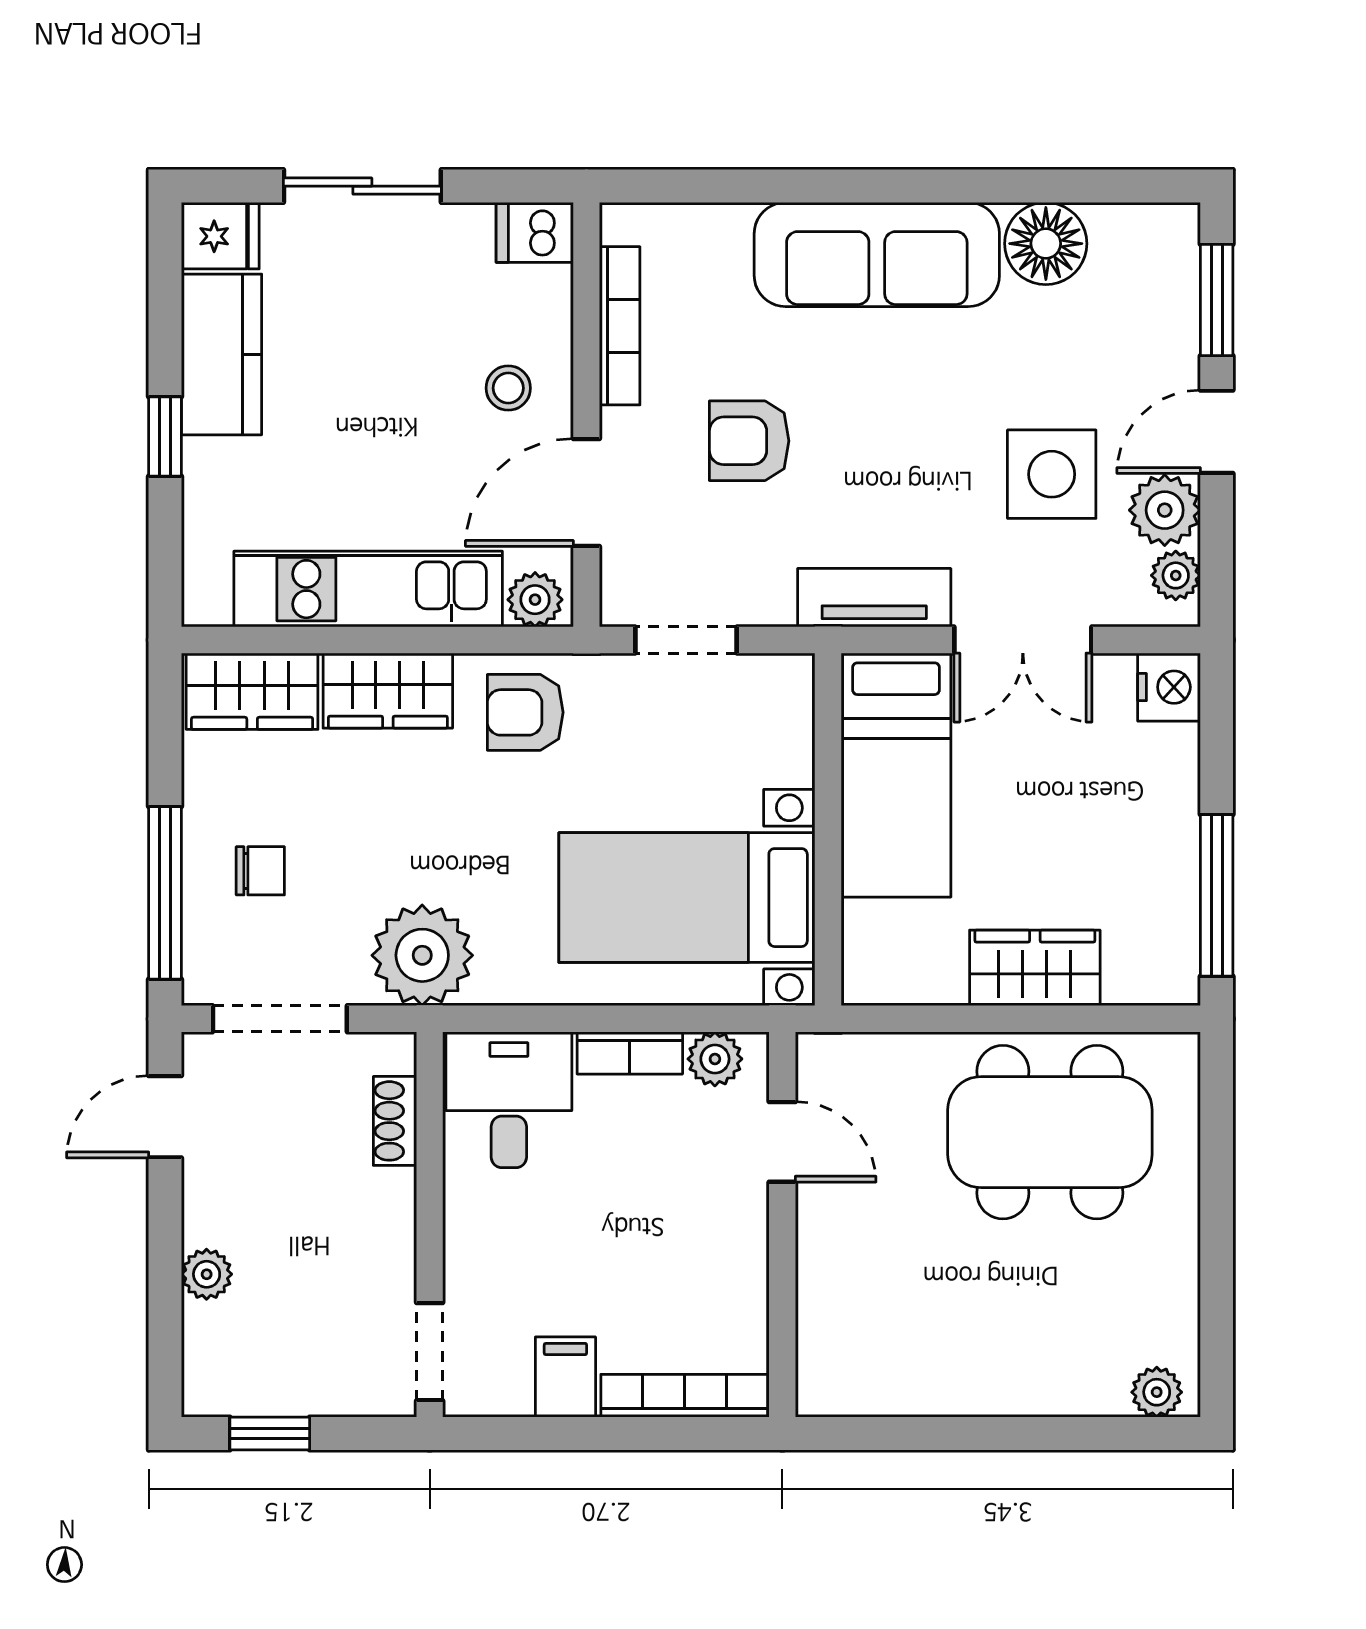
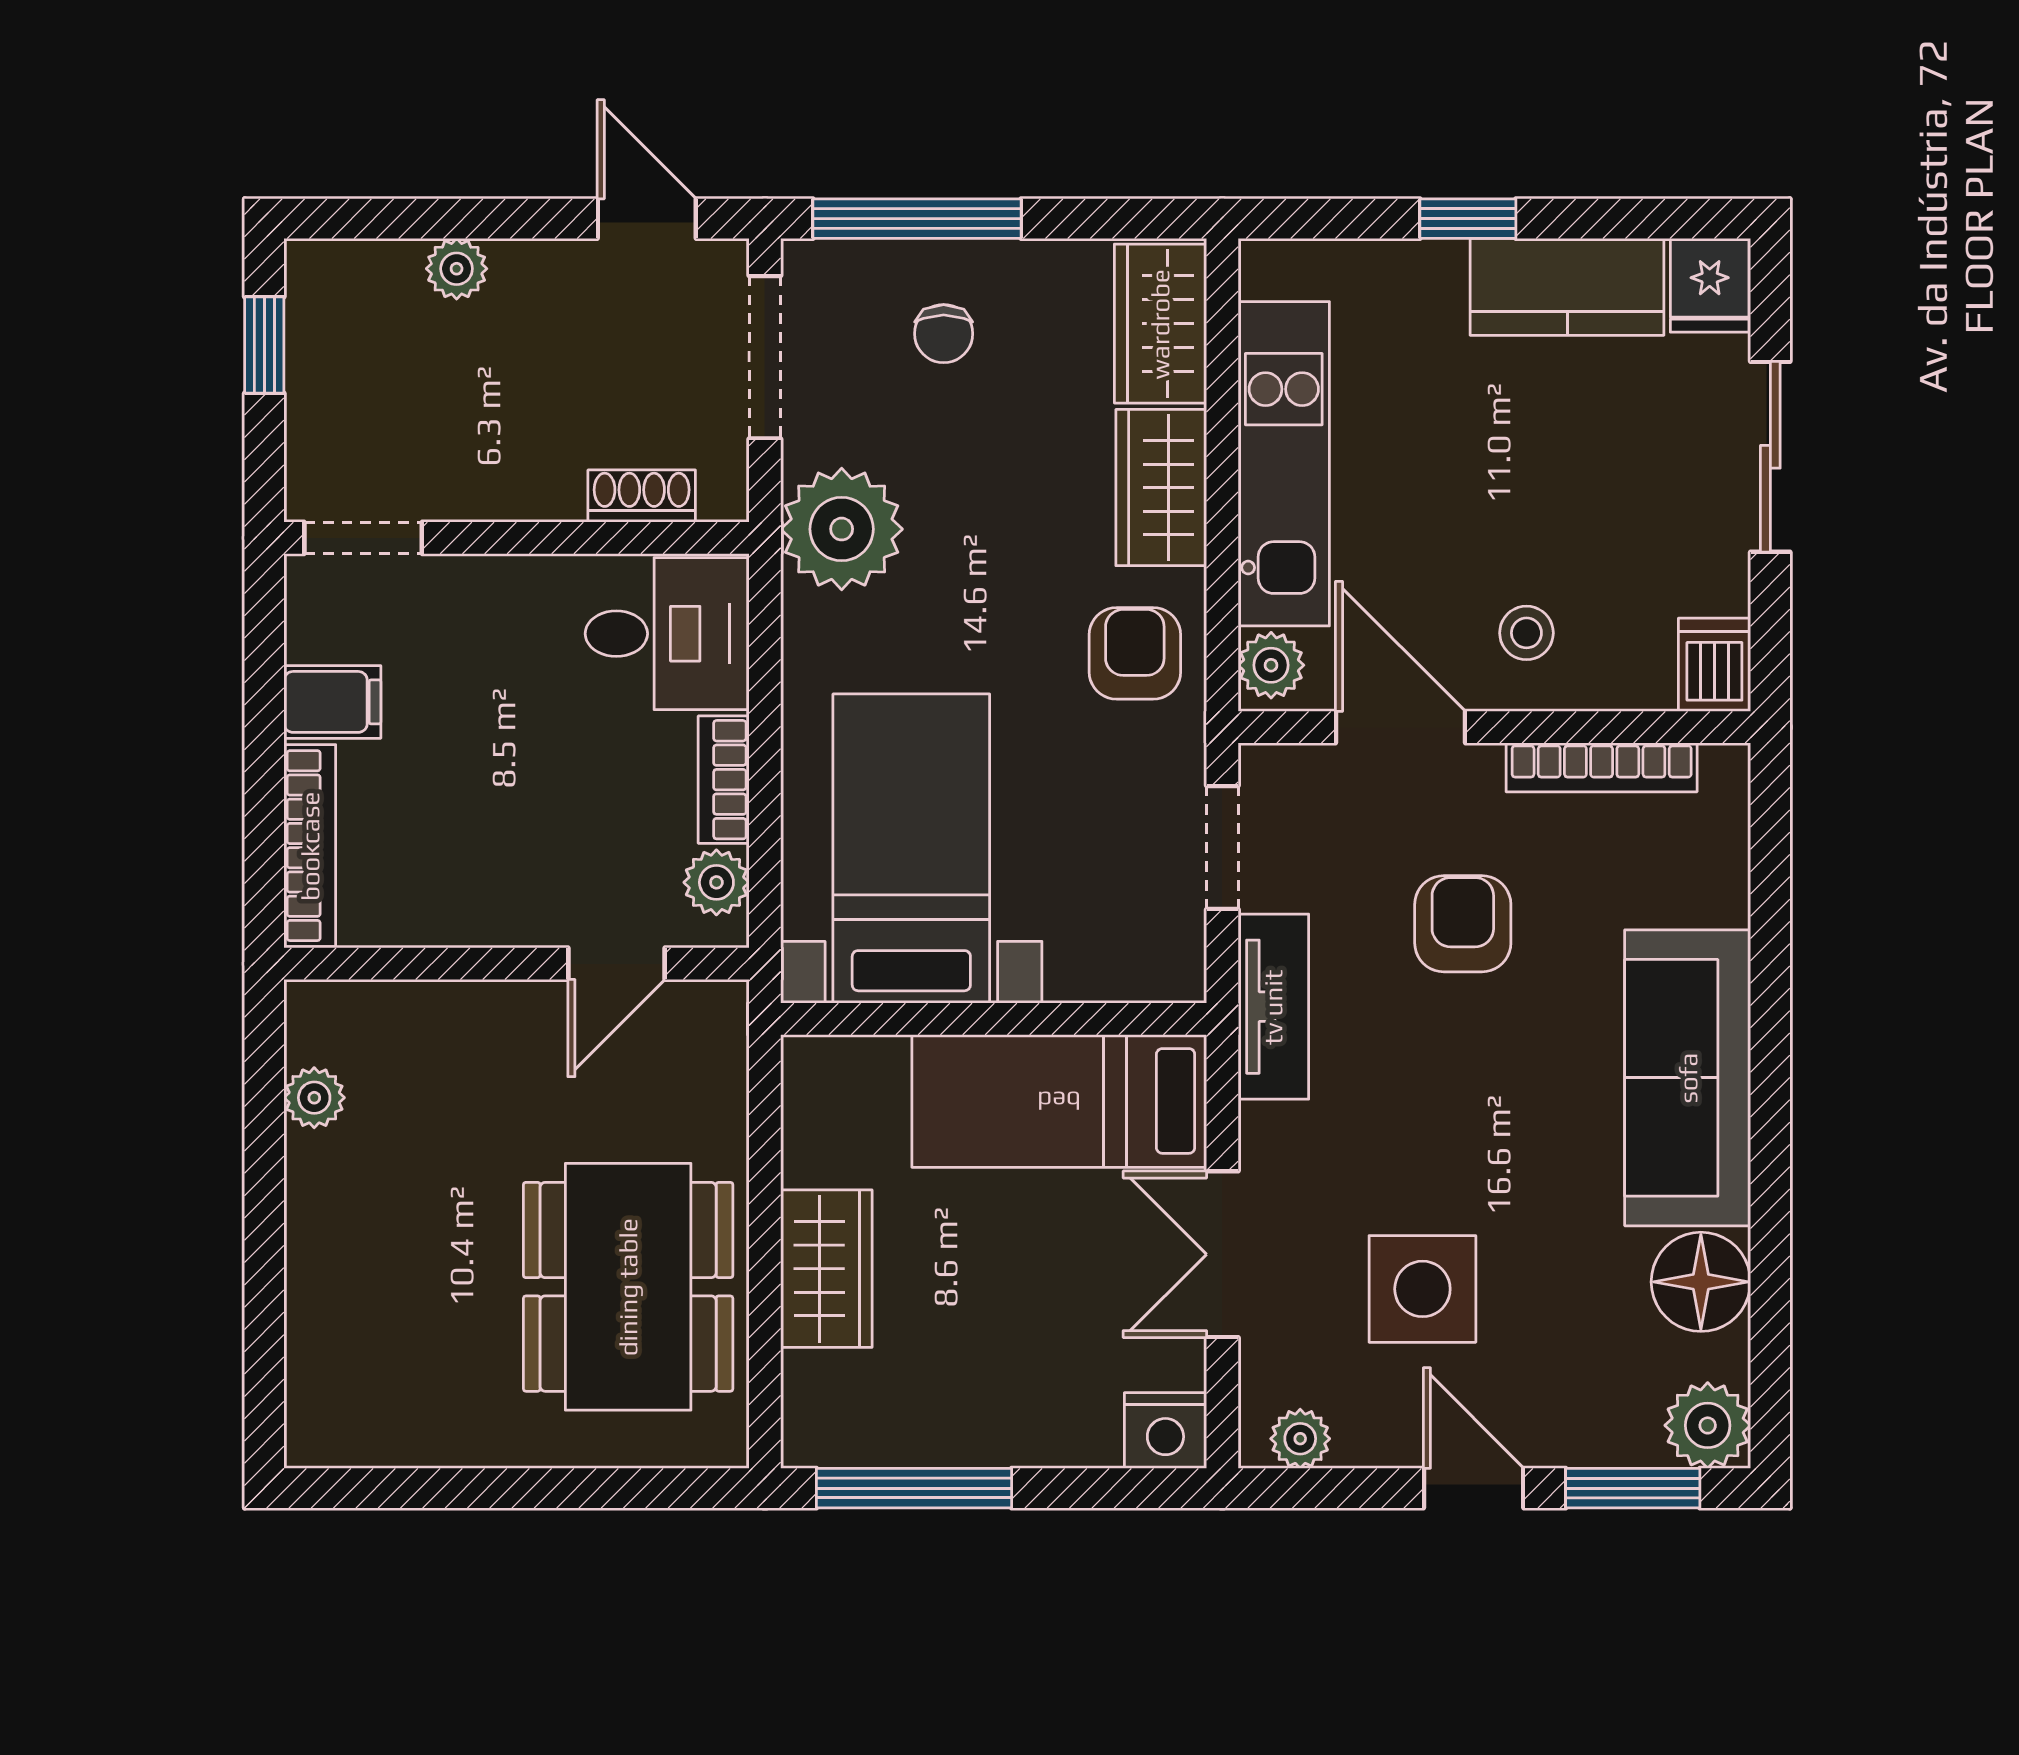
plant: (1165, 510) -> (1708, 1425), moved
tv unit: (874, 598) -> (1273, 1007), moved
plant: (1157, 1392) -> (314, 1098), moved

